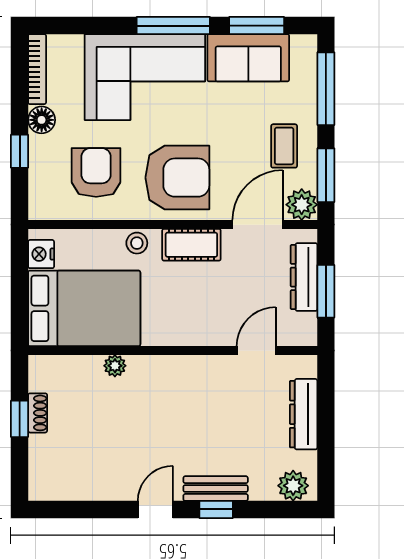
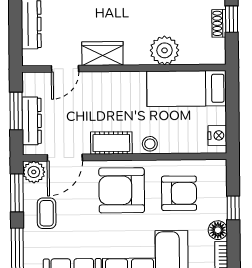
armchair: (96, 173) -> (179, 193), turned -90
bed: (84, 308) -> (187, 89), width x0.67
plant: (115, 366) -> (165, 50), width x1.88, depth x1.88
wardrobe: (203, 372) -> (102, 54), added

